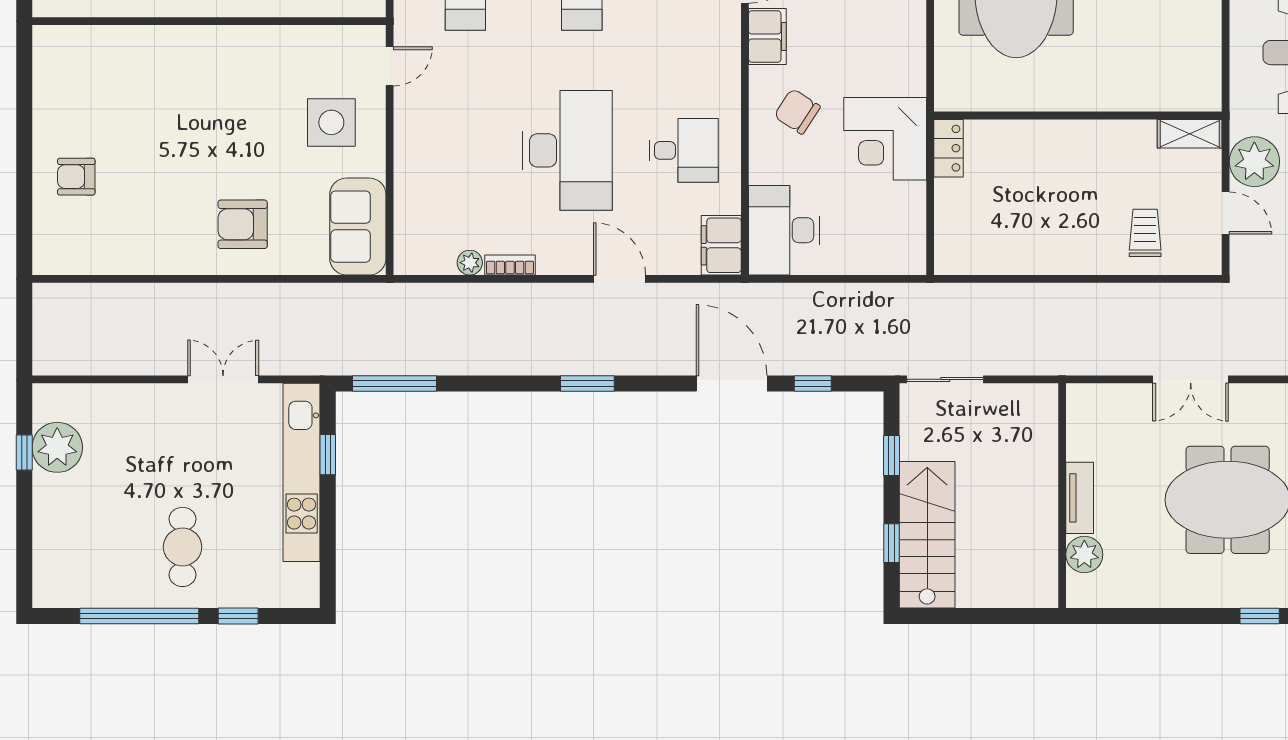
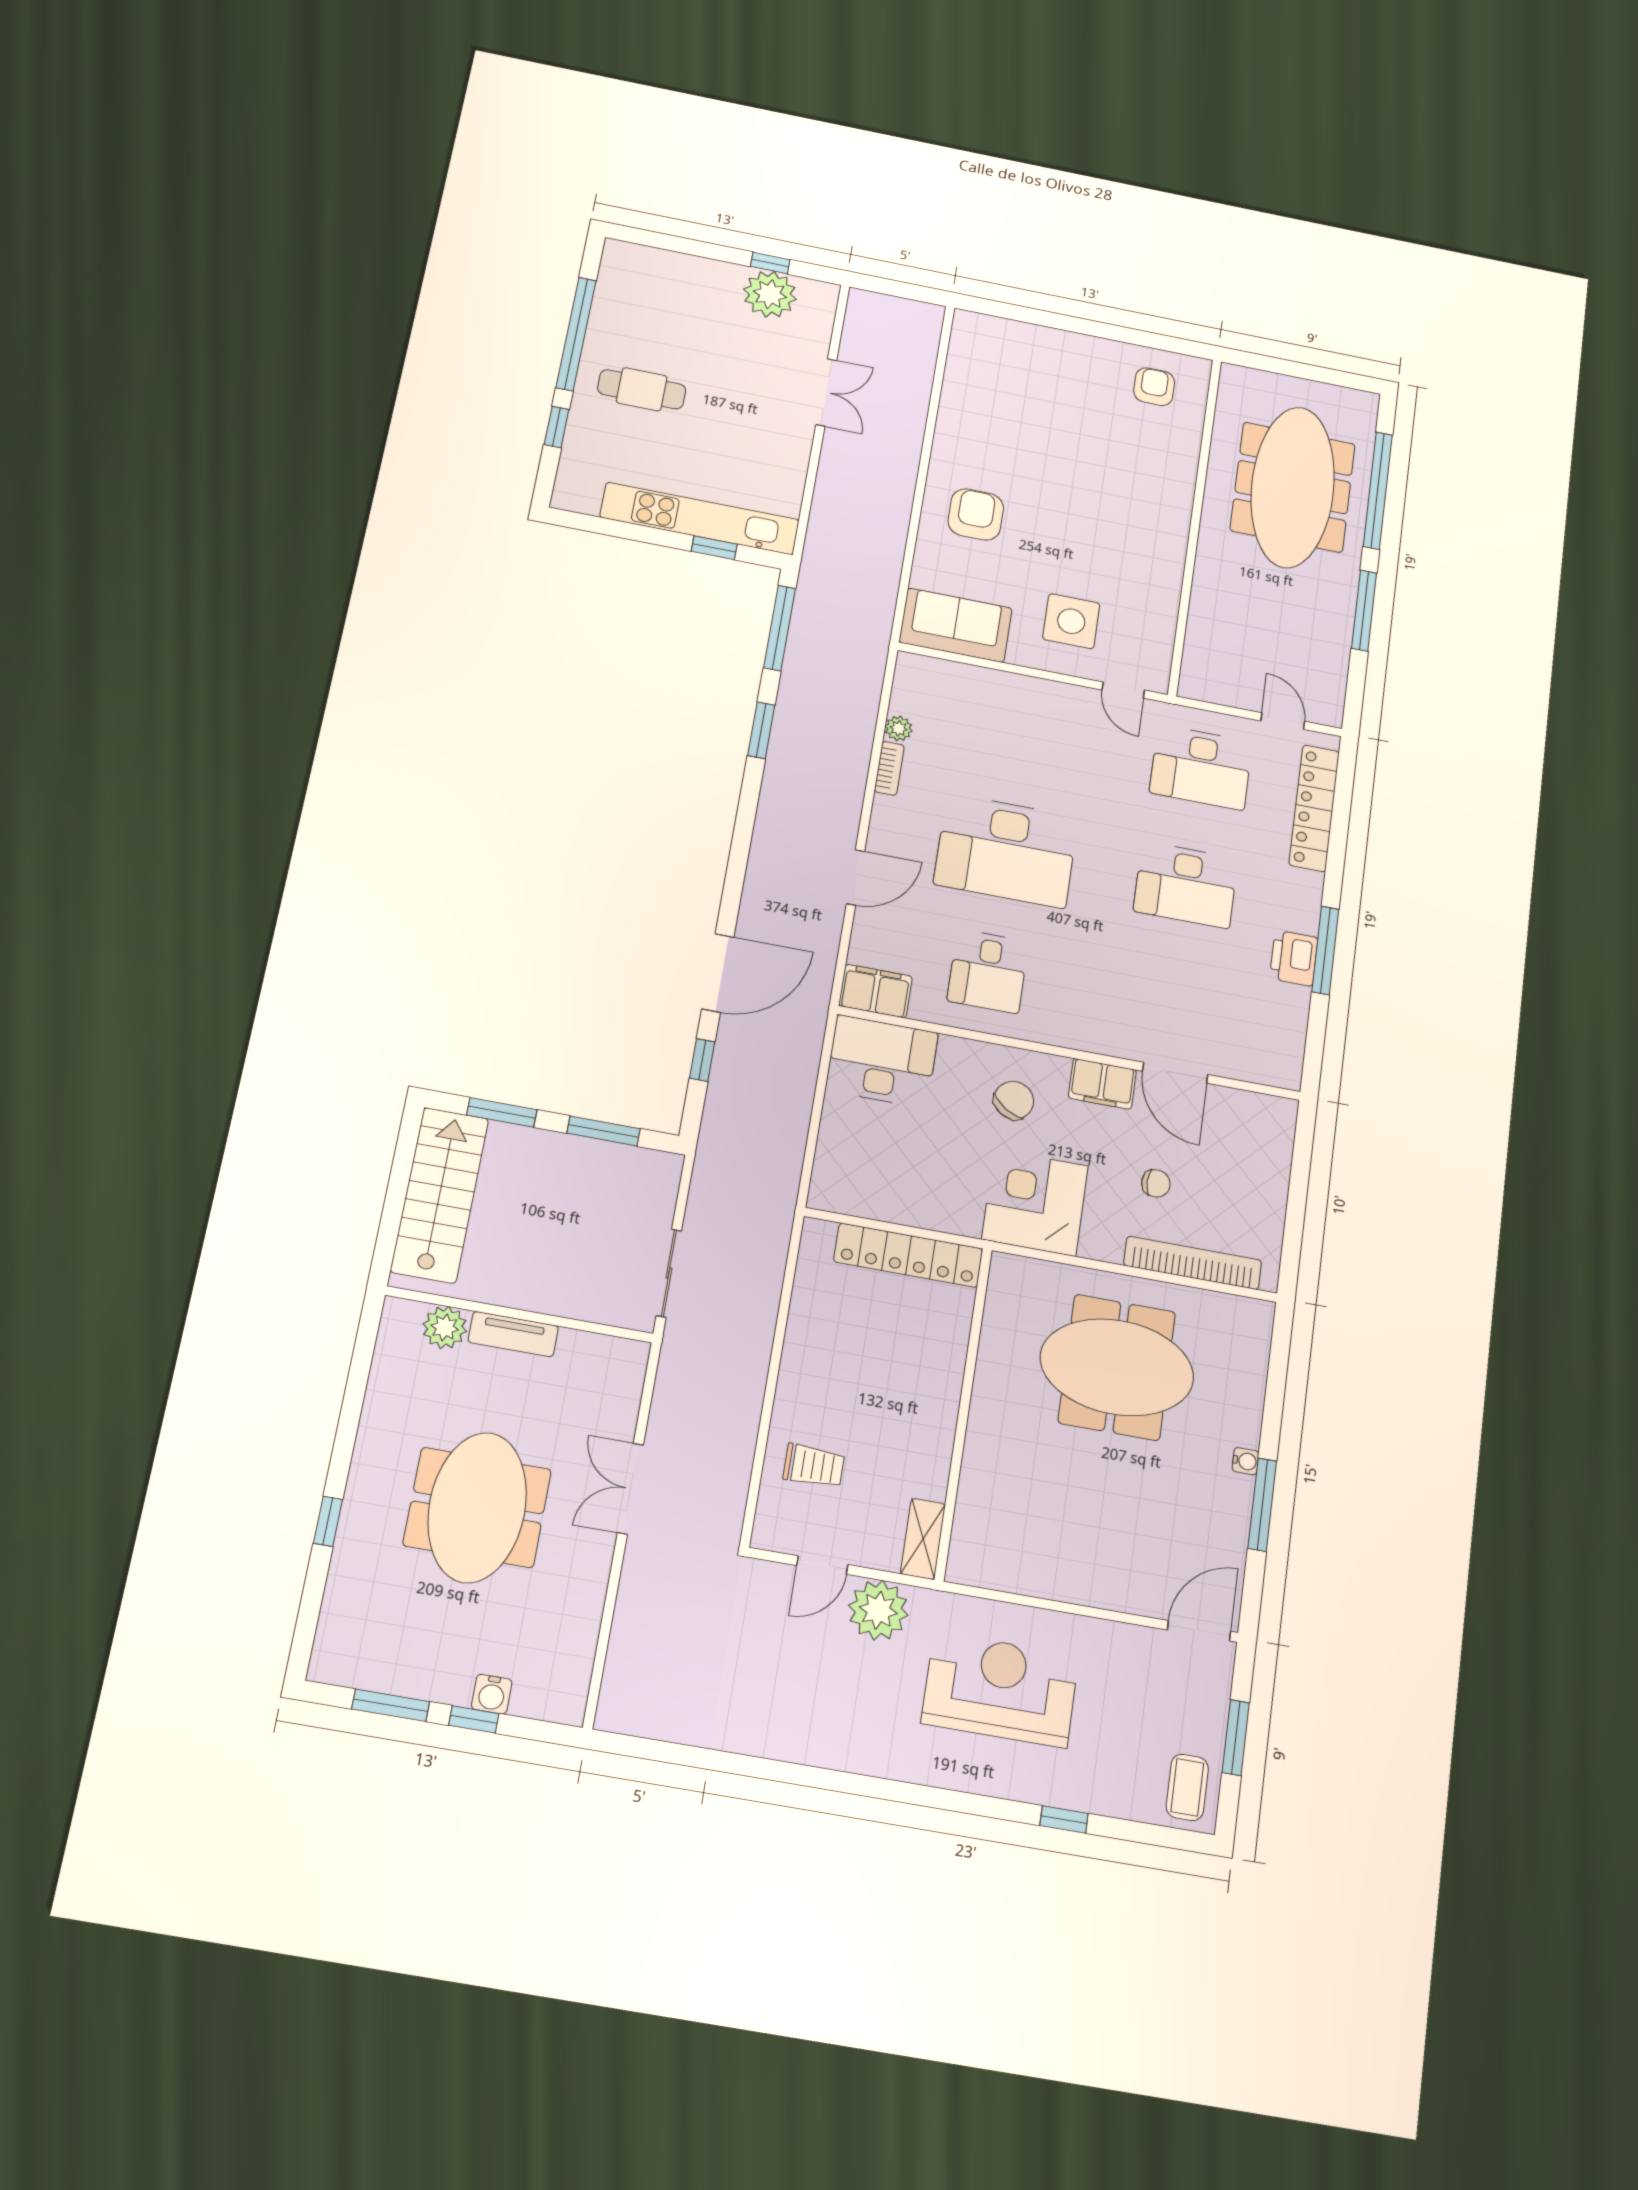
corner desk: (885, 139) -> (1035, 1203), moved
locker: (949, 148) -> (908, 1255), width x2.16, depth x1.21
armchair: (76, 177) -> (1154, 387), moved
double door: (223, 379) -> (826, 392), moved
sliding door: (945, 379) -> (669, 1273), moved
window: (587, 384) -> (761, 730), moved
window: (892, 455) -> (603, 1131), width x1.50
stairs: (927, 535) -> (440, 1195), moved, turned -90
window: (892, 543) -> (502, 1112), width x1.50

